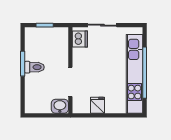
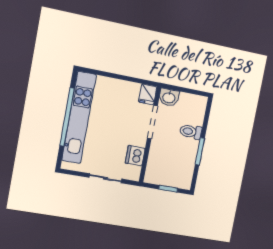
dishwasher: (80, 39) -> (135, 156), moved
toilet: (34, 67) -> (191, 132), moved
fridge: (97, 105) -> (148, 94), moved

